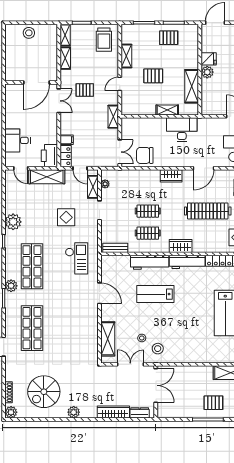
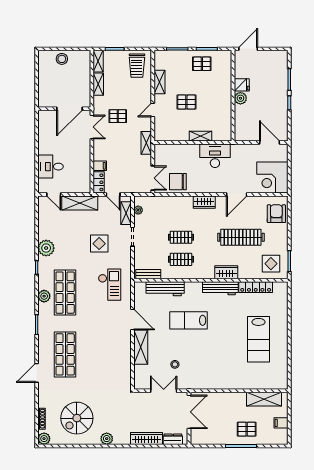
shelving: (192, 86) -> (225, 112), removed
printer: (49, 156) -> (82, 182), removed
wardrobe: (181, 246) -> (226, 272), moved
workbench: (150, 262) -> (165, 289), moved
plant: (11, 286) -> (44, 296), moved
shelving: (108, 339) -> (141, 347), moved
stool: (158, 349) -> (191, 375), removed

